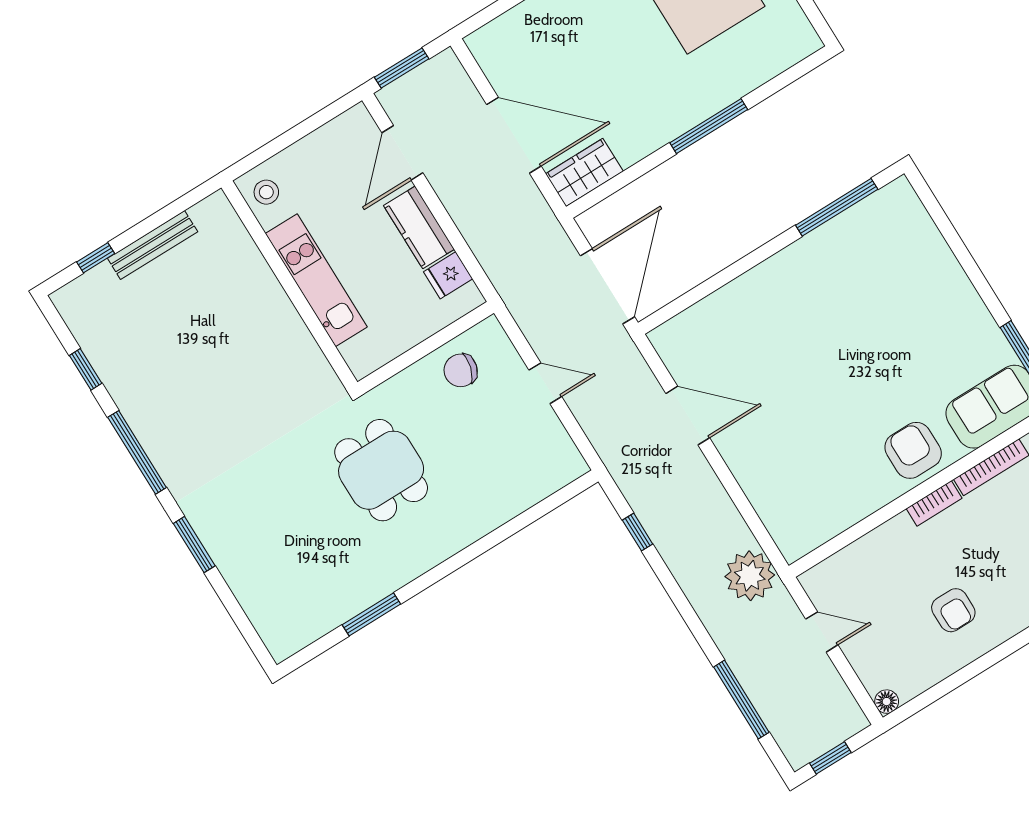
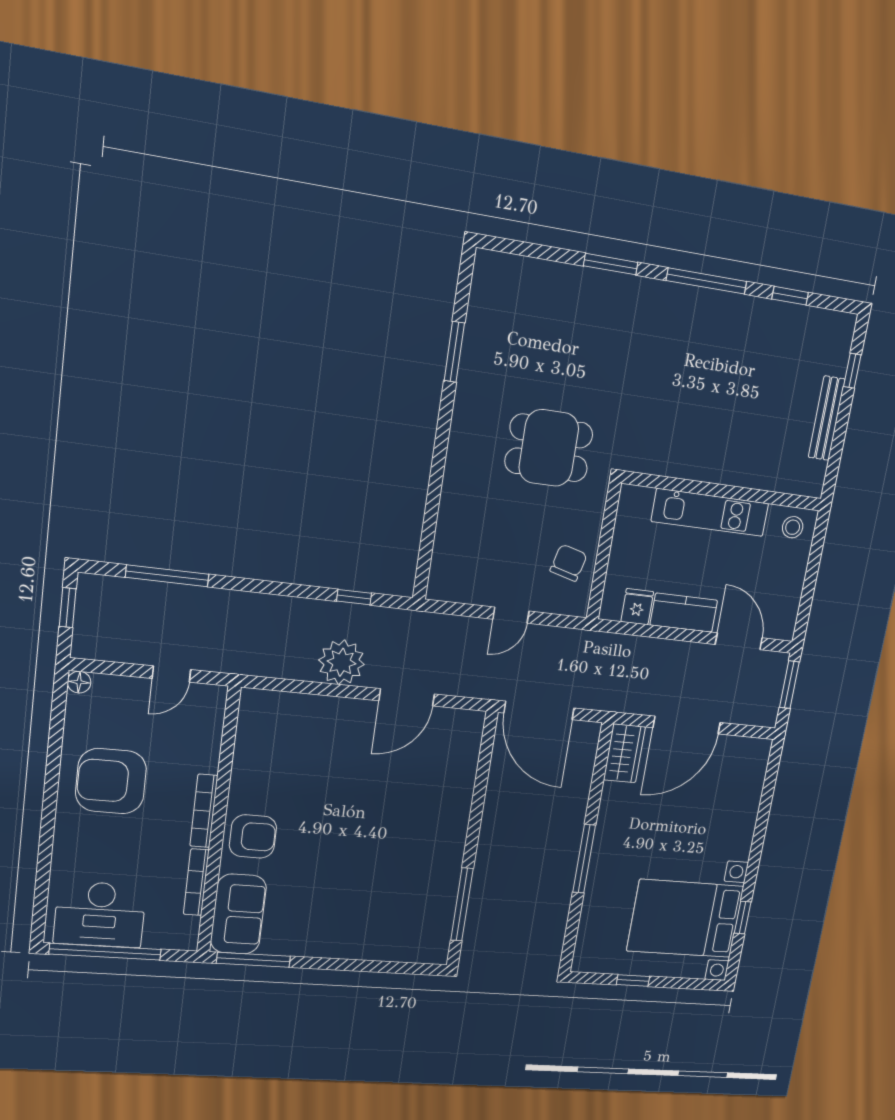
bookcase: (934, 503) -> (204, 811), width x1.56
plant: (750, 576) -> (341, 662), moved
armchair: (953, 610) -> (111, 781), width x1.88, depth x1.88

